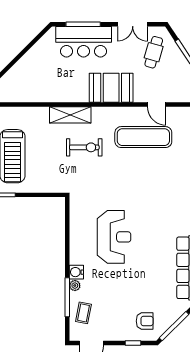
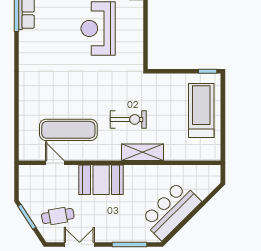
bar counter: (84, 42) -> (171, 210), moved, turned -45
cafe table: (154, 52) -> (58, 216), turned 64
exercise bike: (84, 147) -> (128, 119), turned 180

